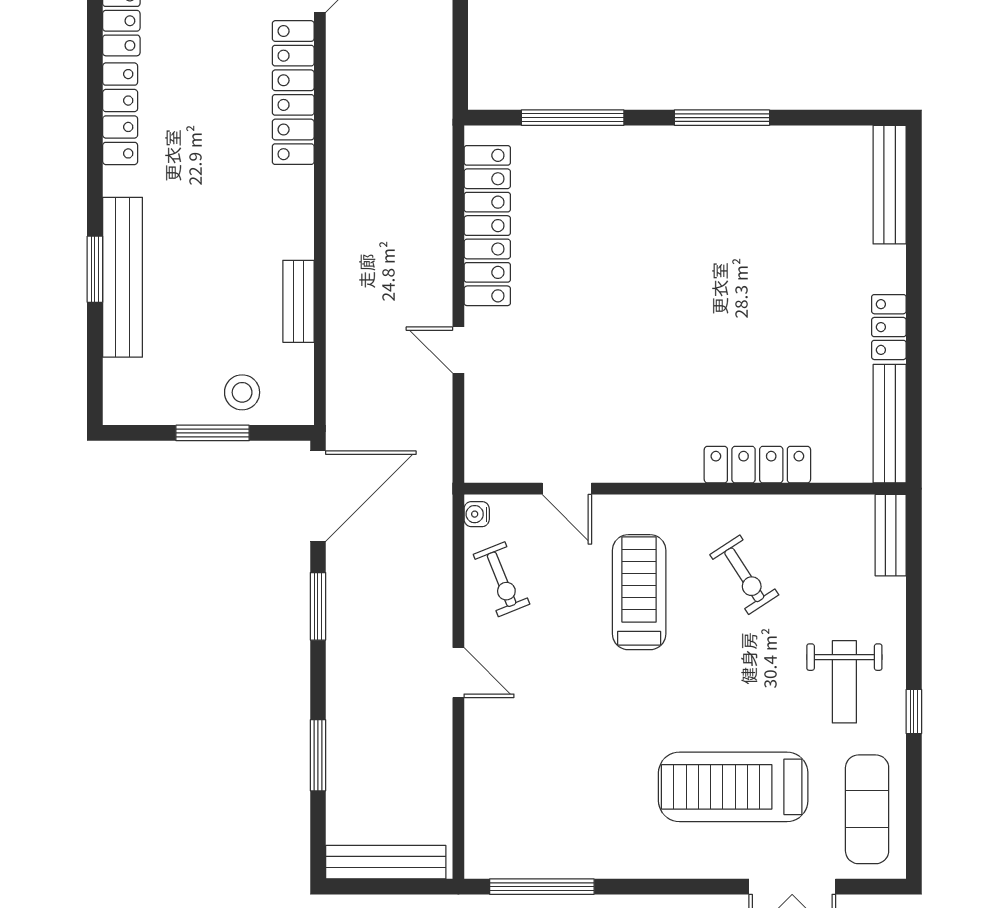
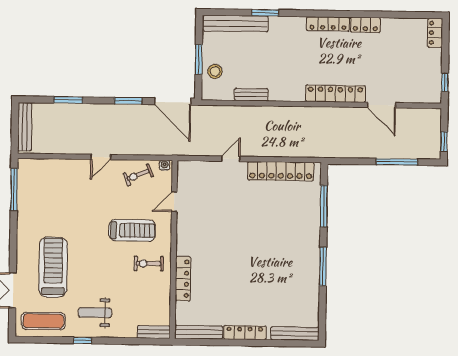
bench: (123, 277) -> (236, 24), moved
locker: (889, 327) -> (245, 333), width x1.53
exercise bike: (744, 575) -> (149, 264), moved, turned 33

